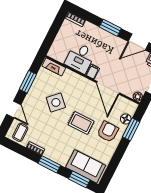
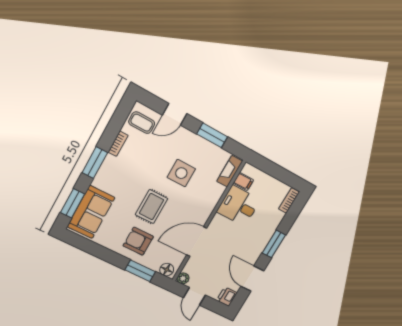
filing cabinet: (93, 72) -> (243, 182), moved
side table: (56, 102) -> (181, 173), turned 45
floor lamp: (126, 119) -> (167, 270), moved
armchair: (108, 132) -> (138, 241), turned 180

